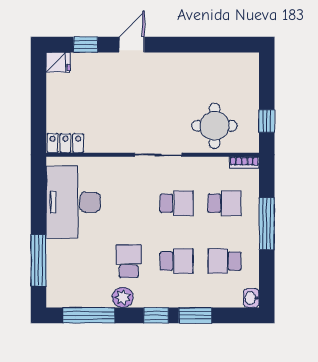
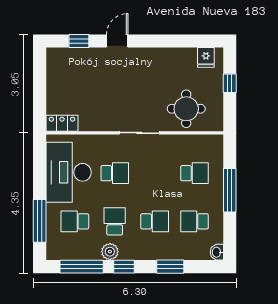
fridge: (58, 62) -> (206, 57), moved, turned 90
window: (267, 121) -> (230, 83), moved
bookcase: (244, 163) -> (211, 139), removed
school desk: (177, 203) -> (115, 173), moved
school desk: (81, 261) -> (75, 221), added
window: (156, 315) -> (124, 267), moved

